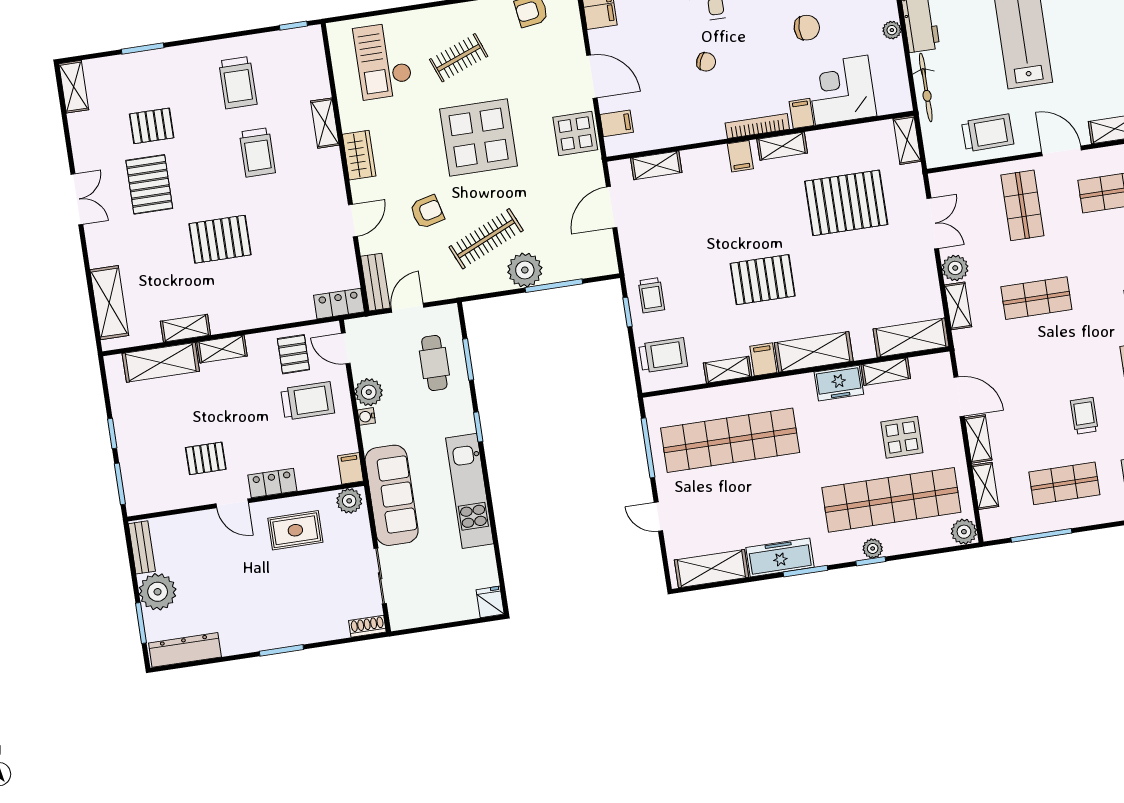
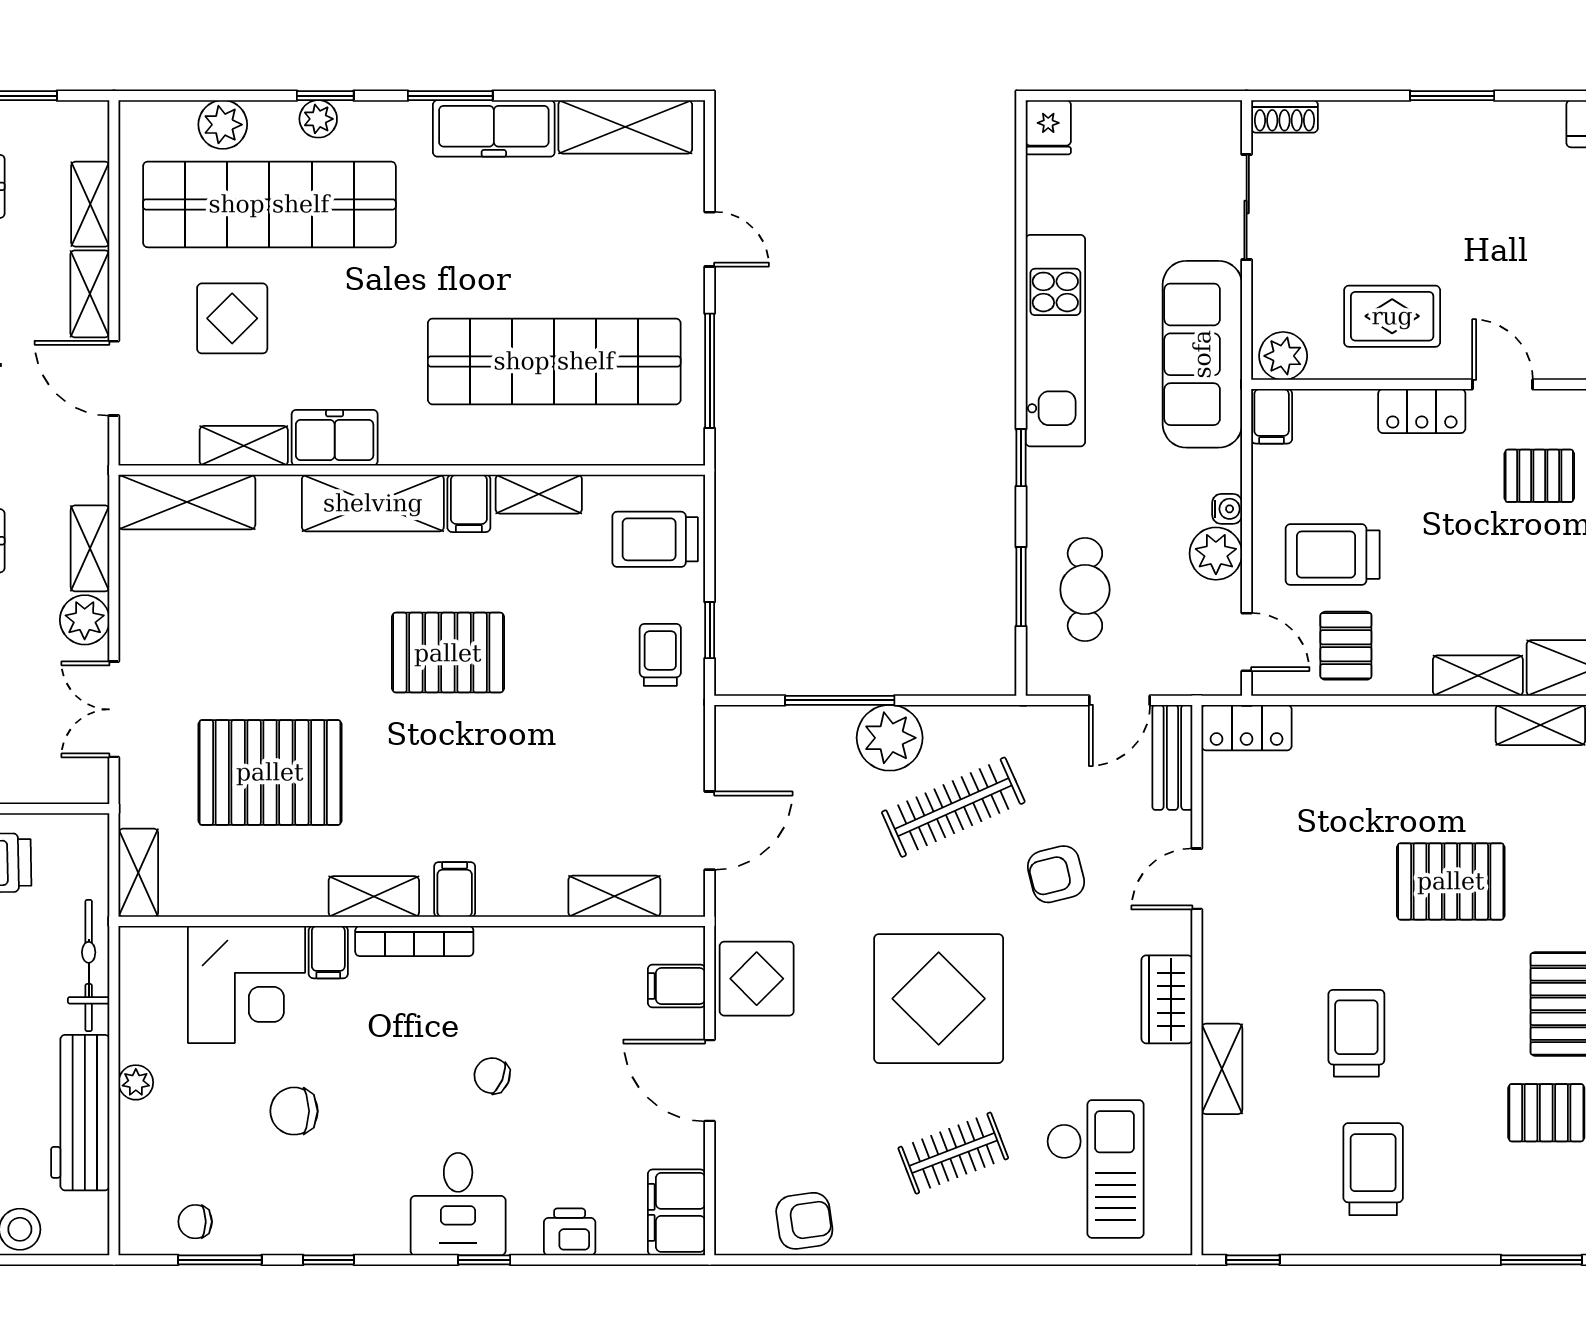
plant: (964, 532) -> (223, 125), moved

